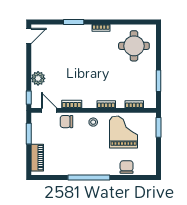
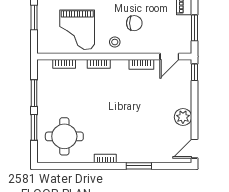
window: (158, 53) -> (34, 127), added
plant: (38, 78) -> (183, 117), moved
door: (49, 110) -> (169, 57), hinge flipped
chair: (67, 122) -> (134, 23), moved
window: (158, 127) -> (34, 17), moved

